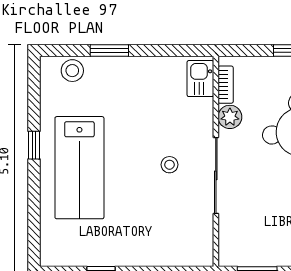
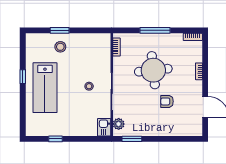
stool: (72, 71) -> (60, 47), moved
kitchen sink: (200, 79) -> (104, 127), moved
plant: (230, 117) -> (119, 124), moved

